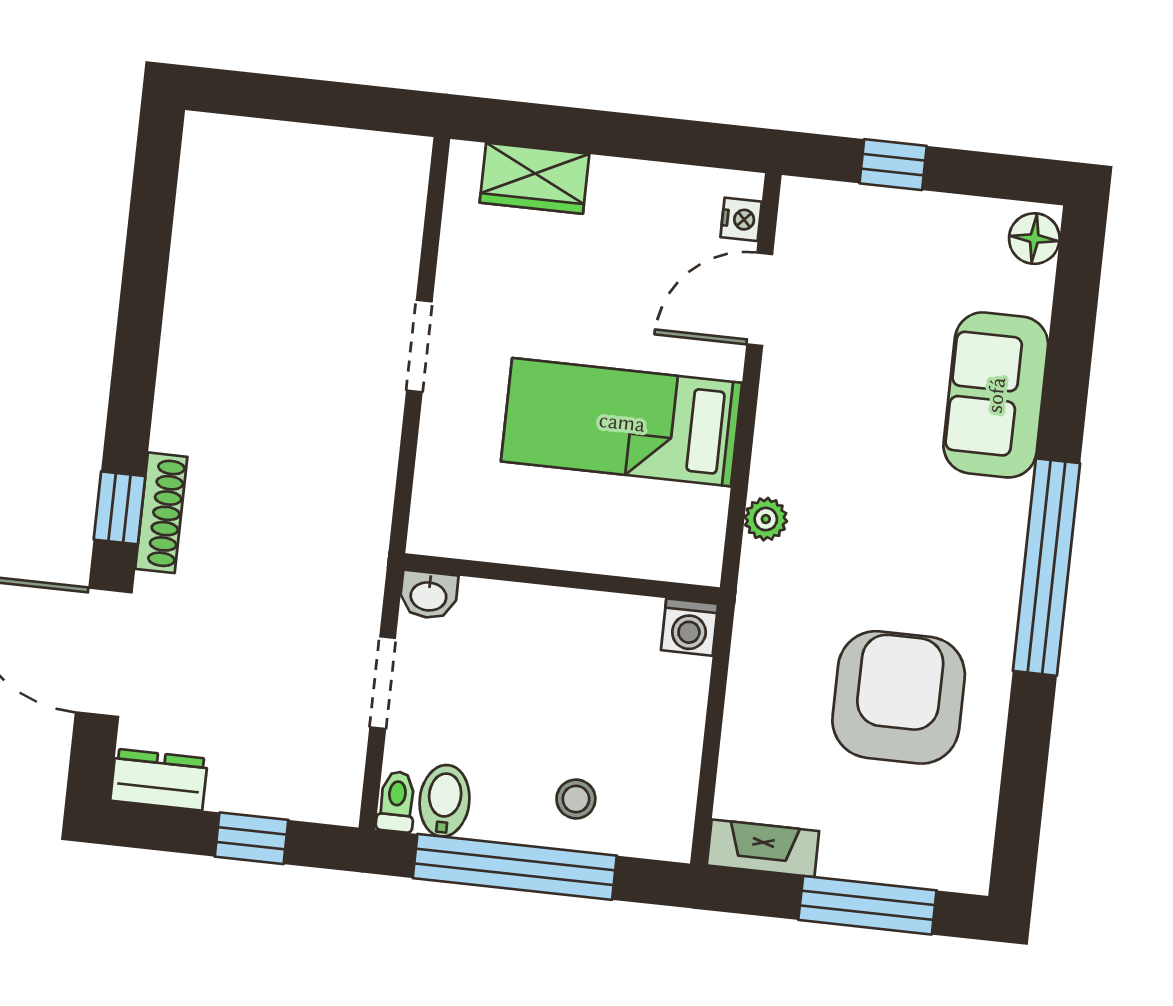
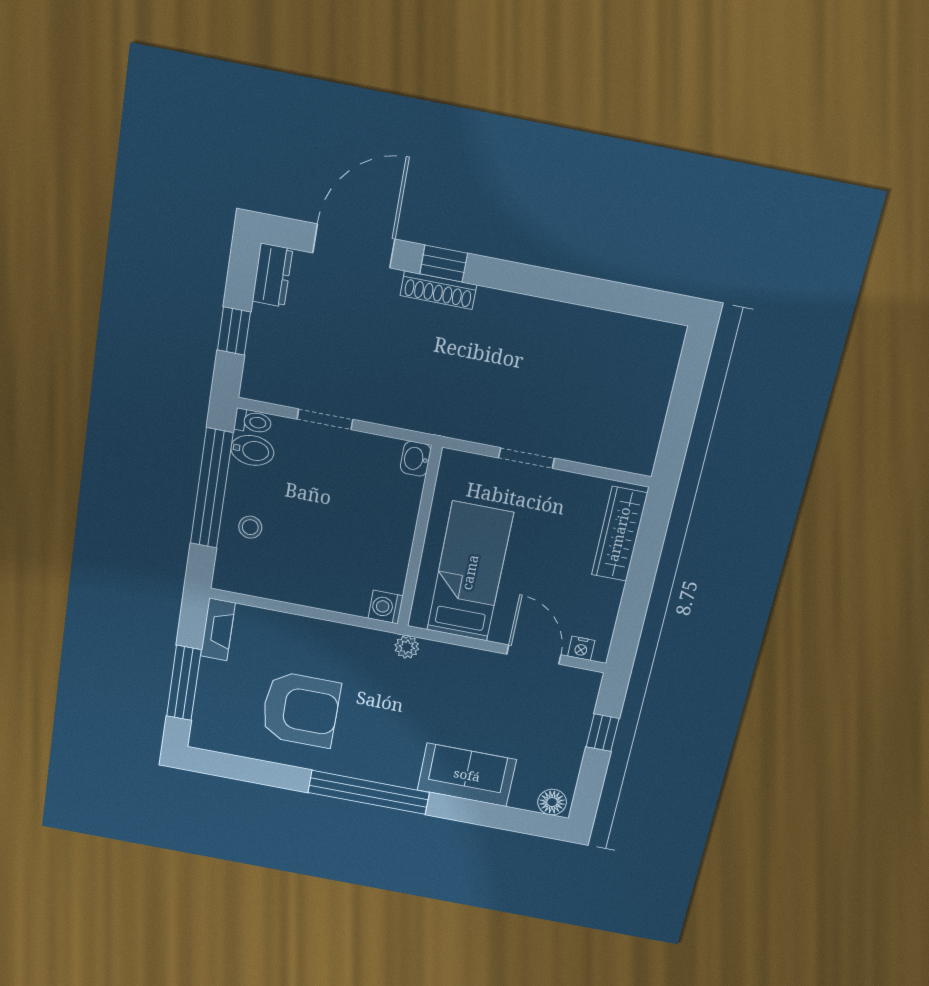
wardrobe: (534, 178) -> (619, 534), width x1.50
wall: (562, 579) -> (419, 537), moved
washbasin: (429, 595) -> (416, 459), moved
washing machine: (689, 627) -> (386, 607), moved

